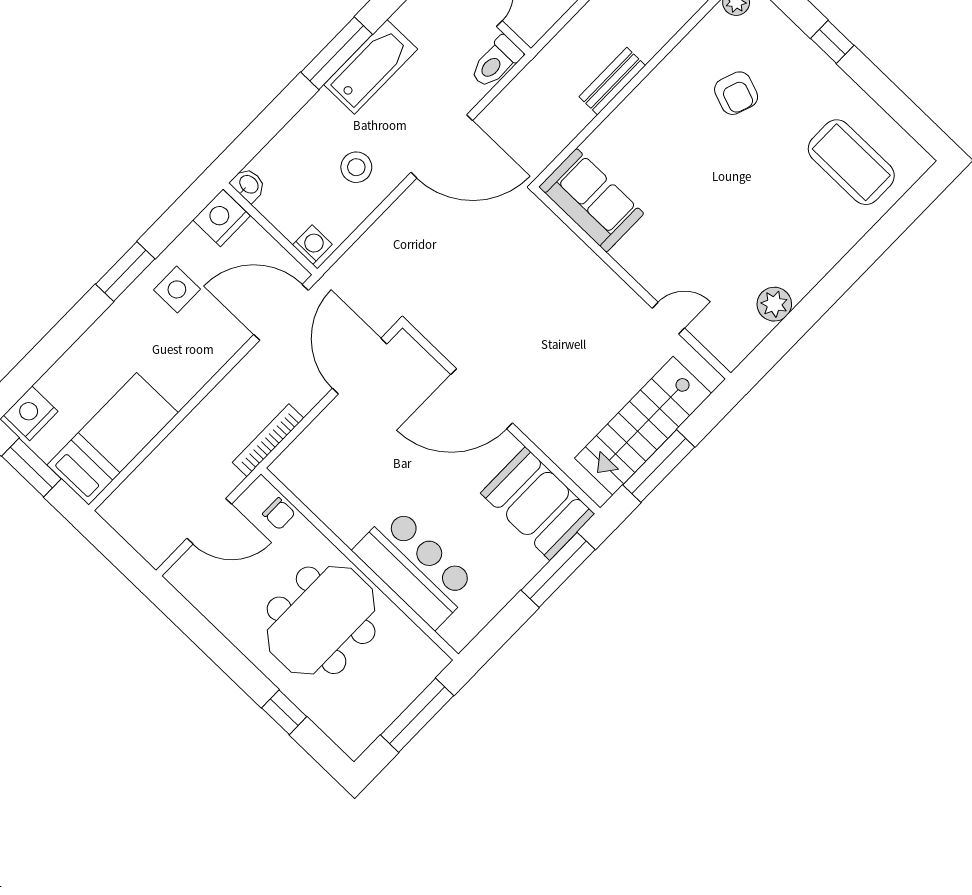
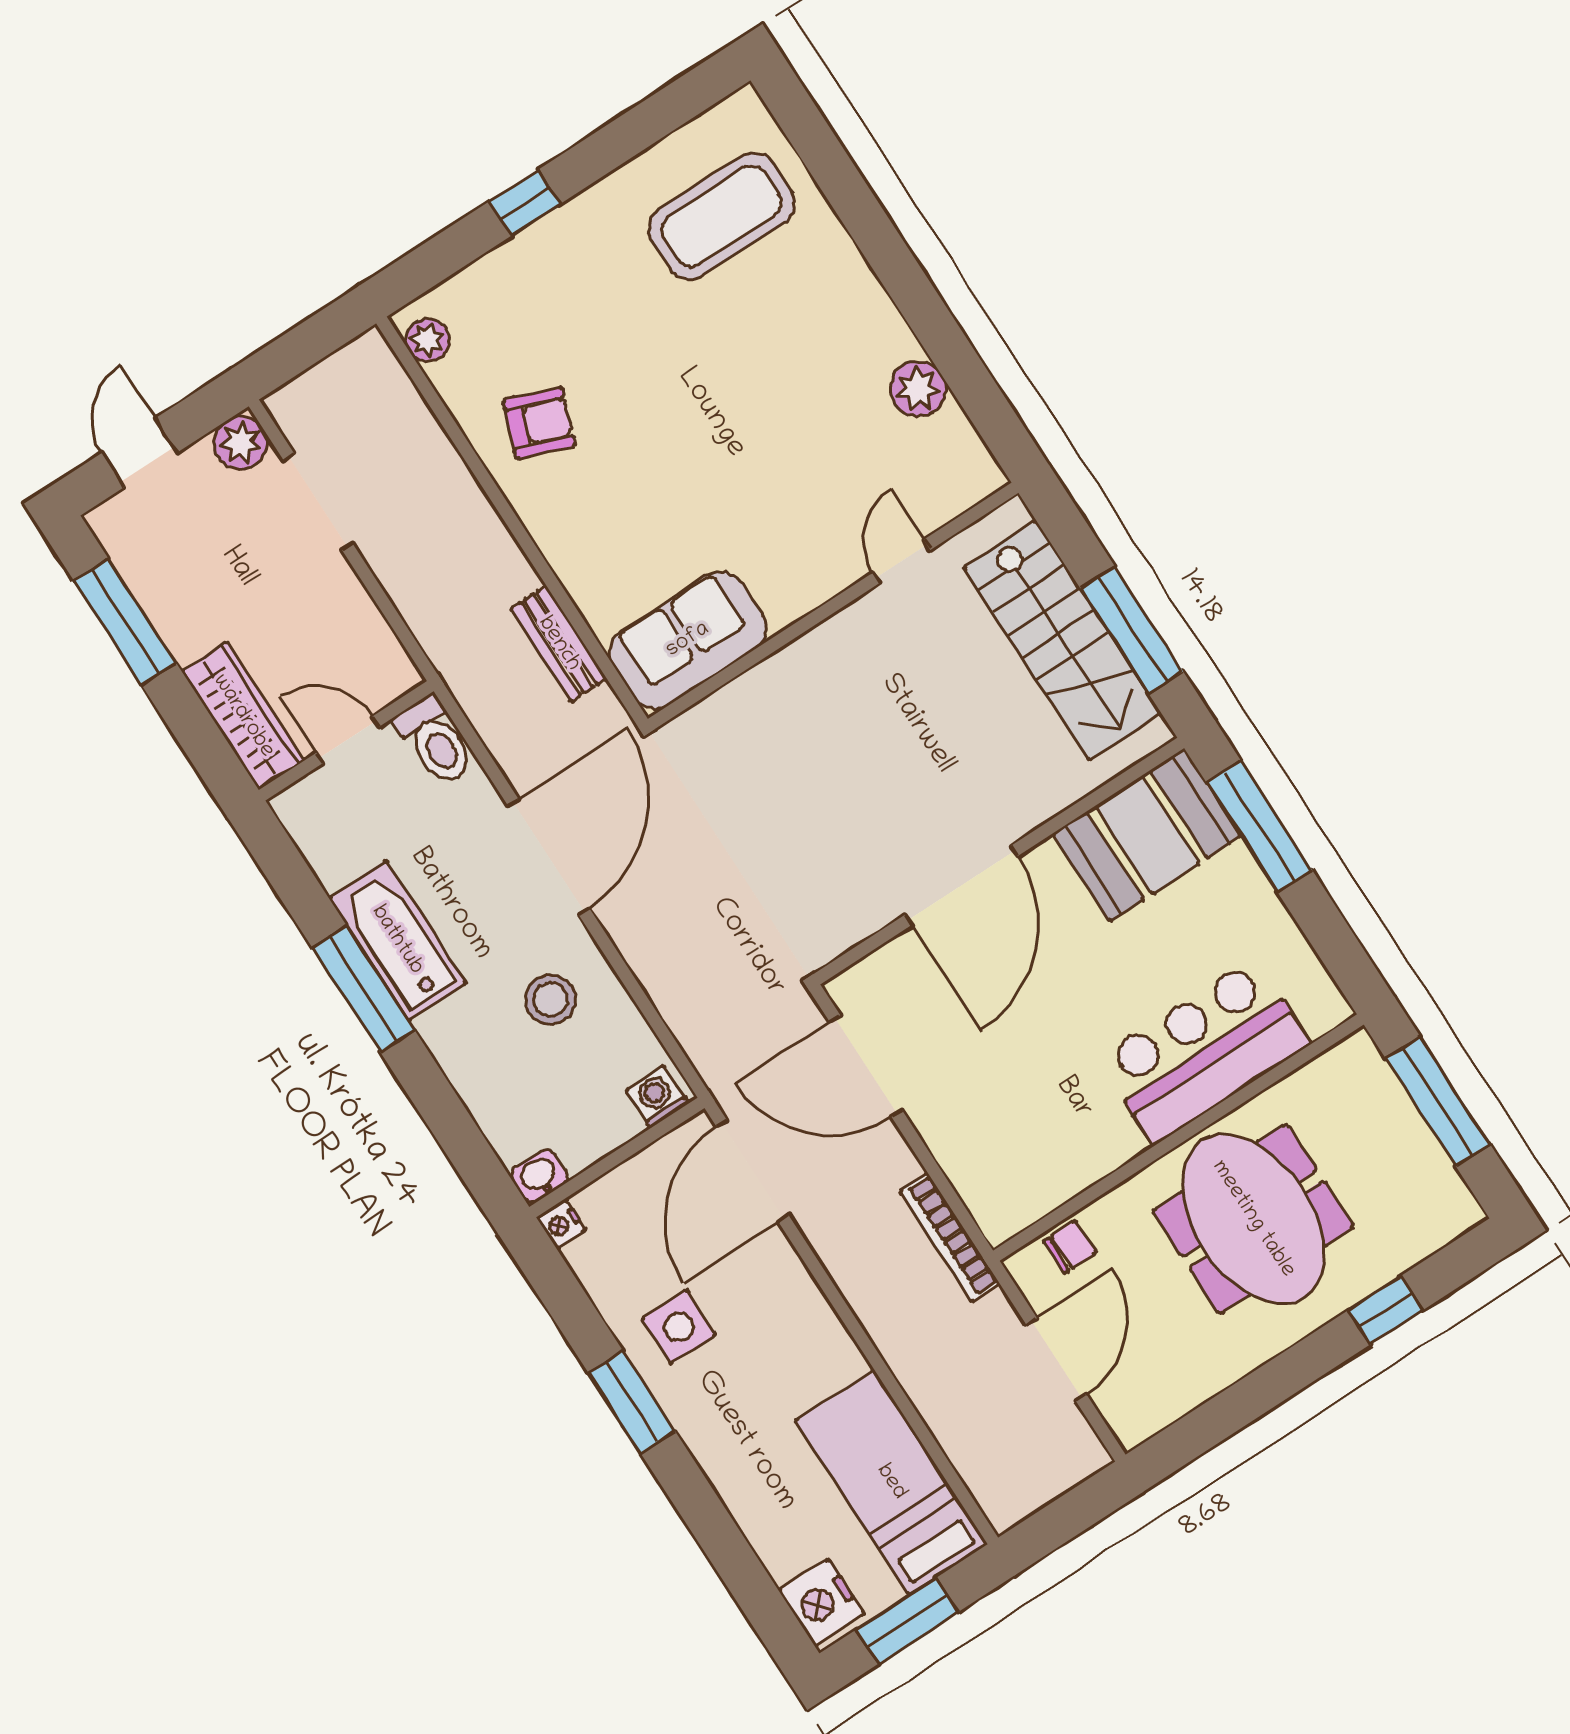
bench: (612, 81) -> (559, 644), moved
armchair: (736, 93) -> (539, 423), moved
nightstand: (222, 218) -> (561, 1224), width x0.53, depth x0.56

